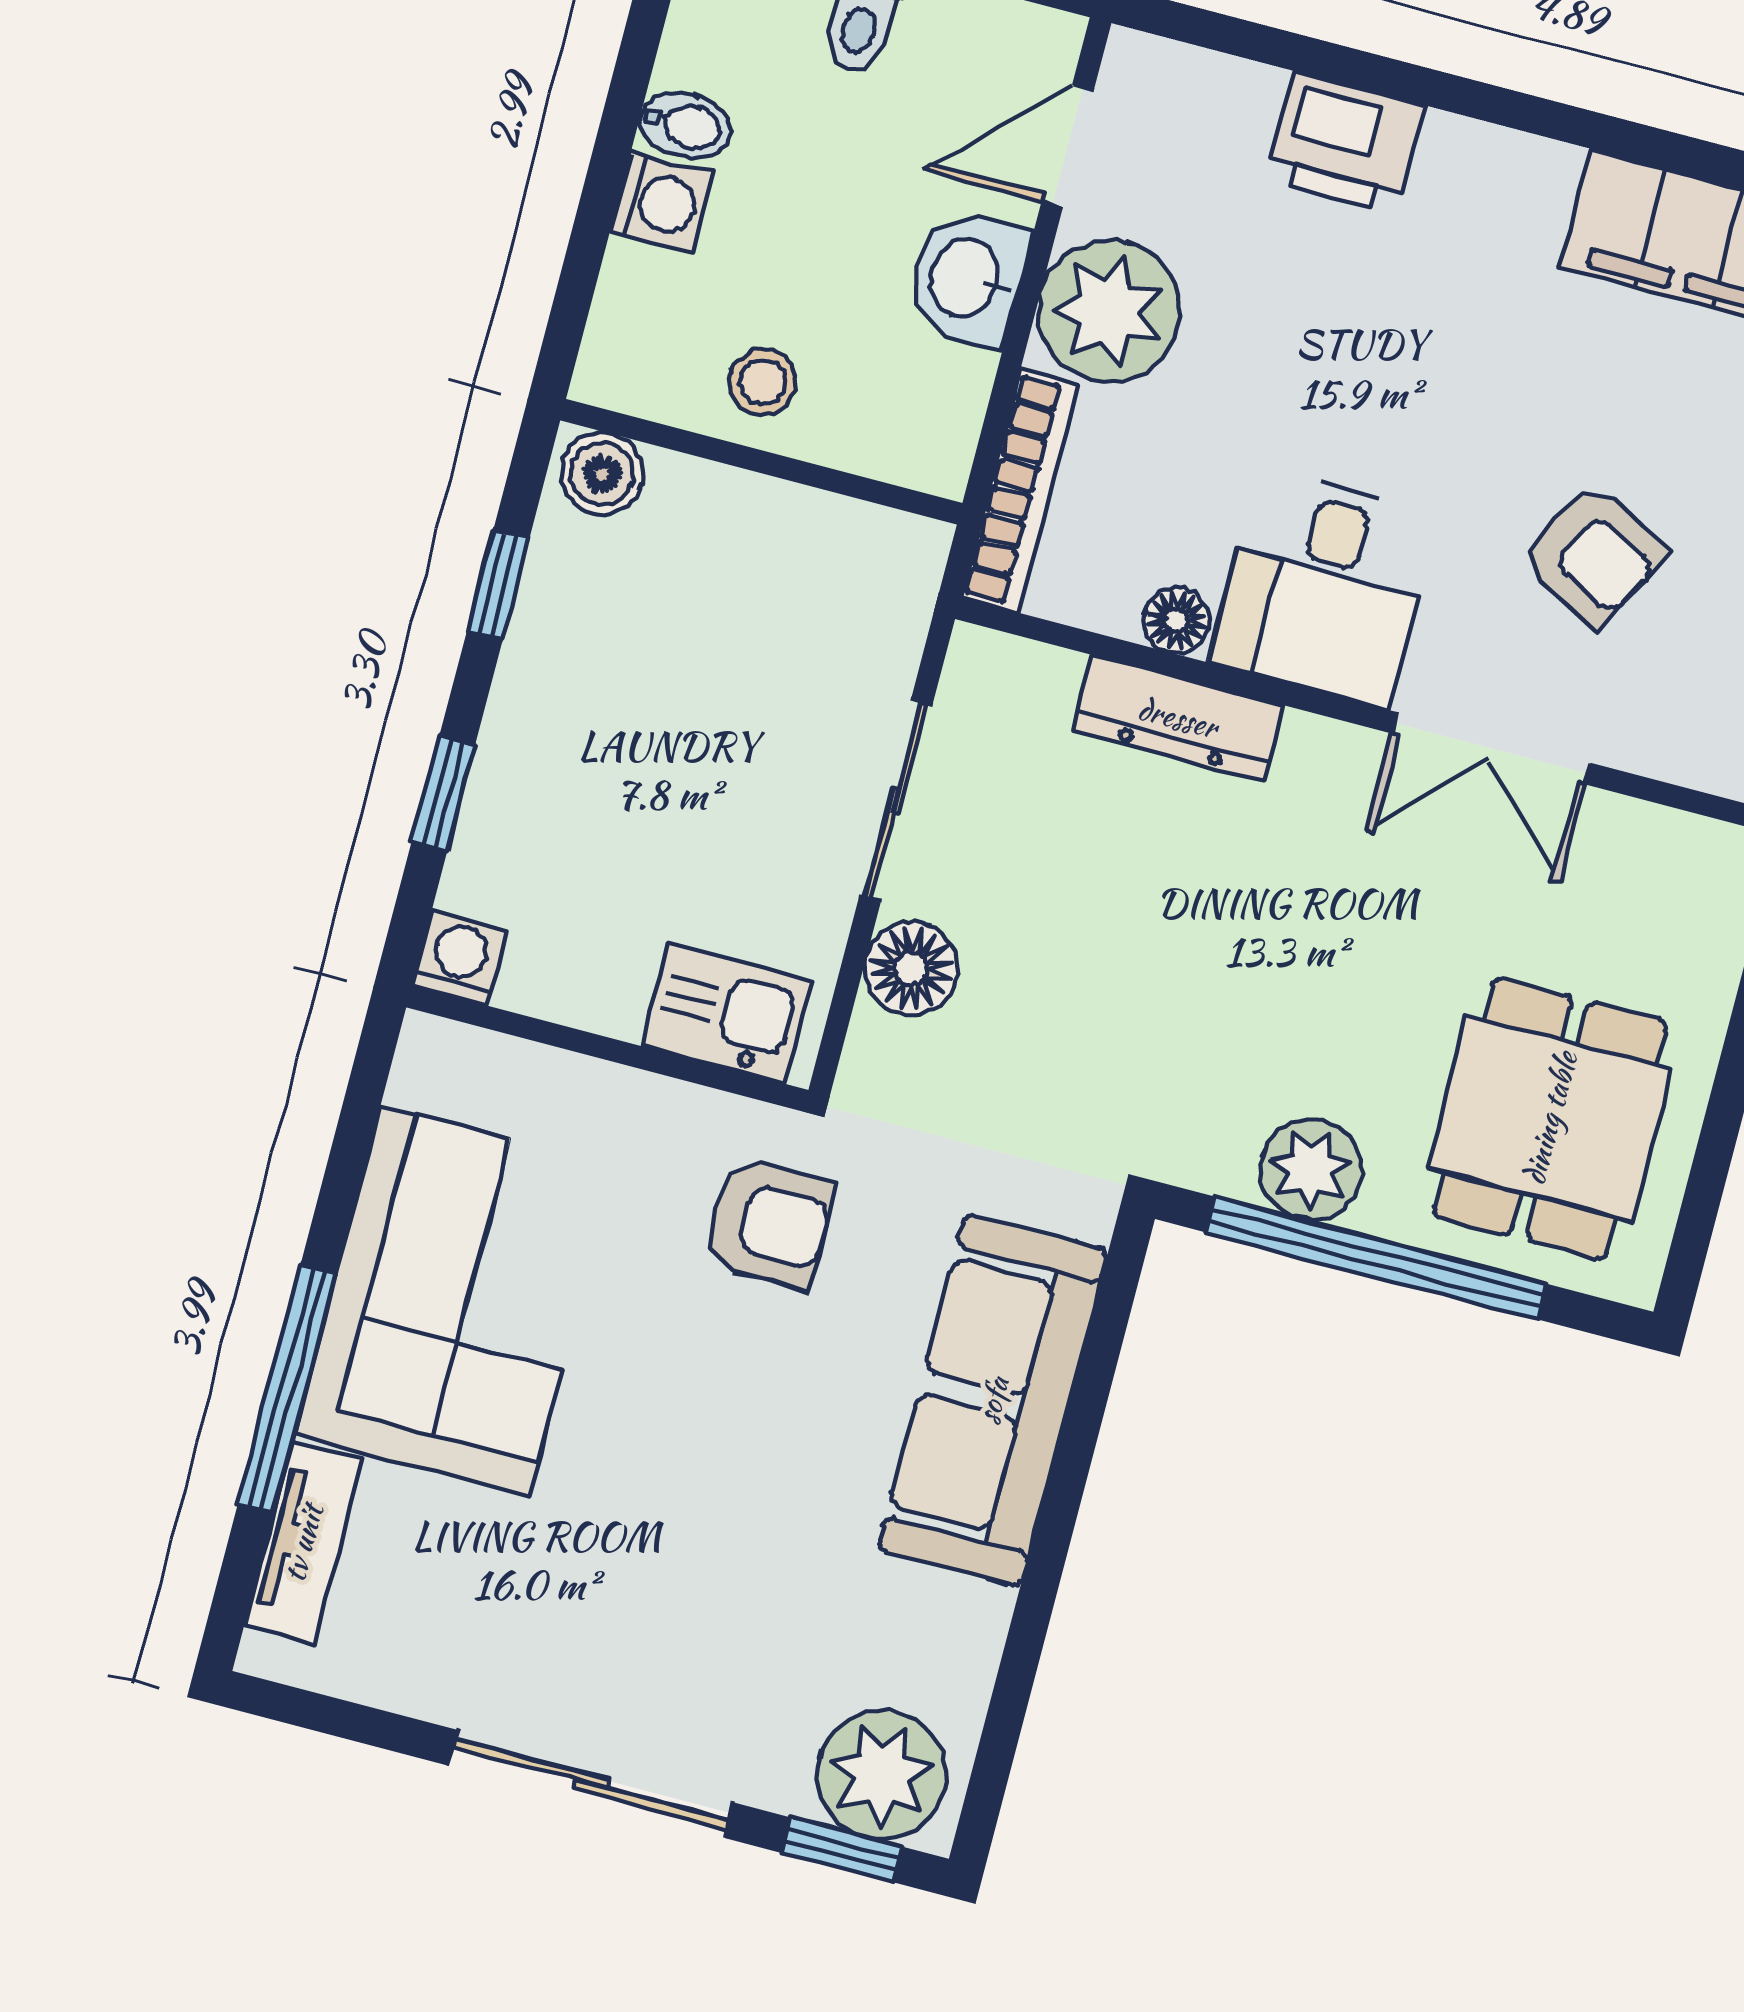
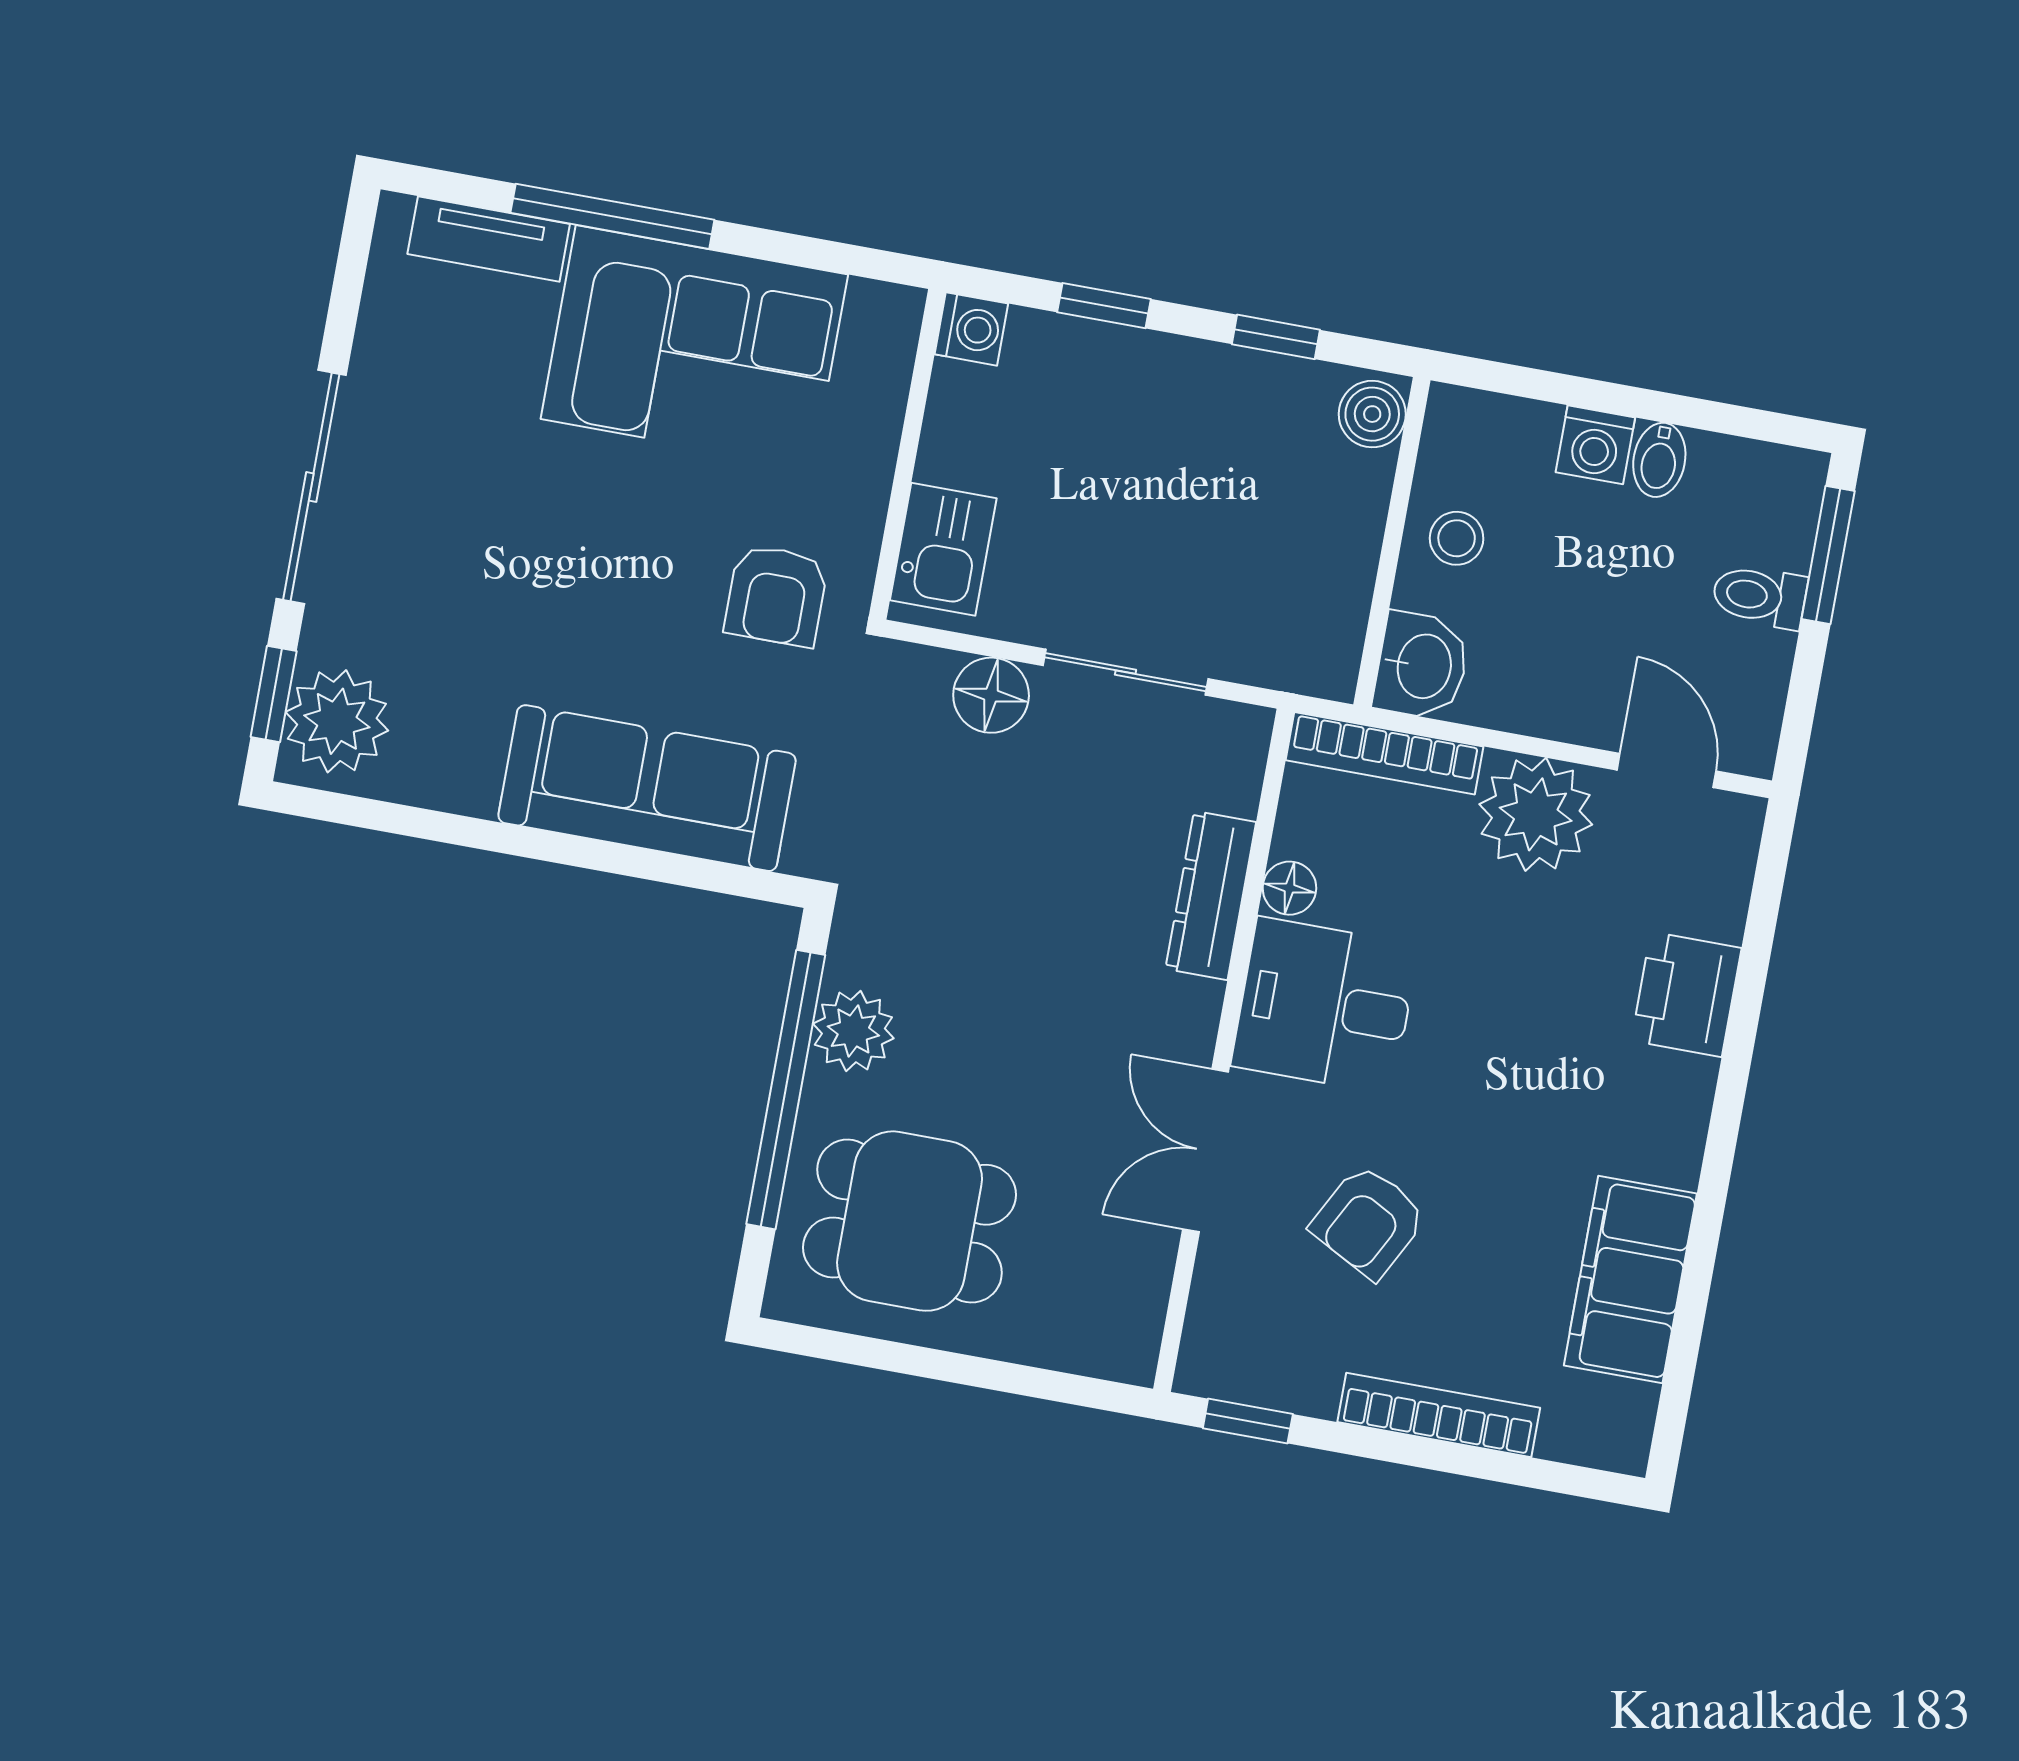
washbasin: (967, 278) -> (1422, 666), moved, turned 90

